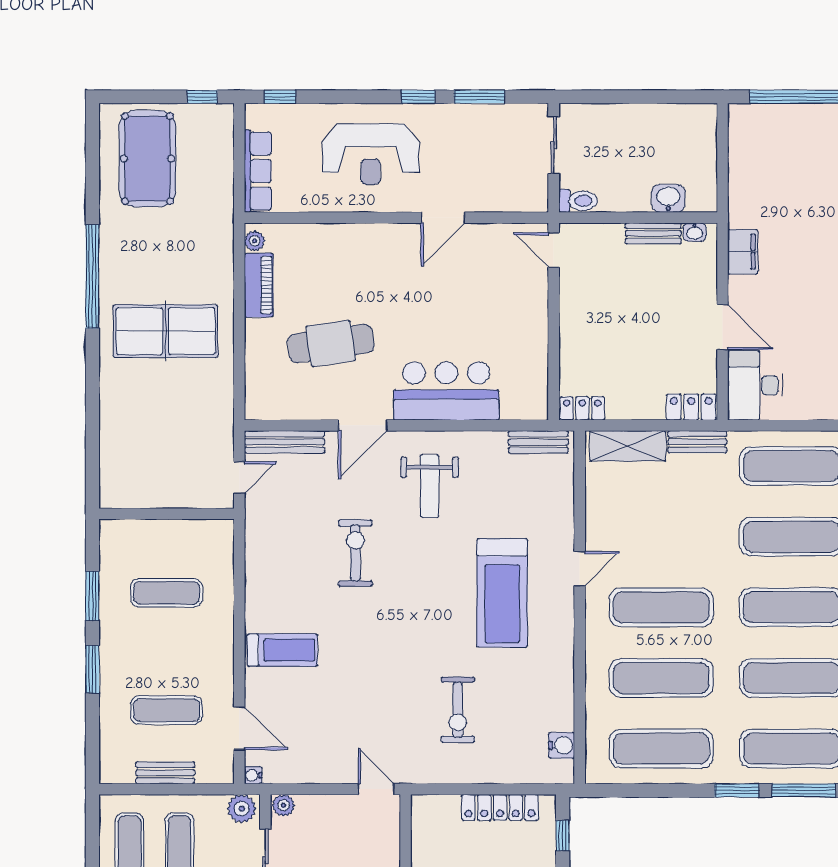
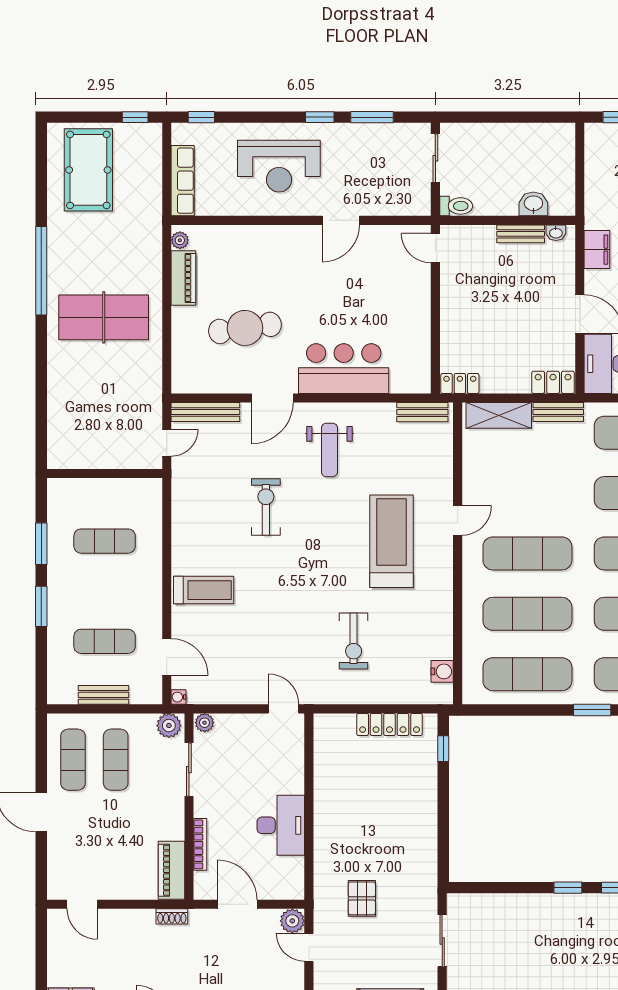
treadmill: (502, 593) -> (391, 541), turned 180

